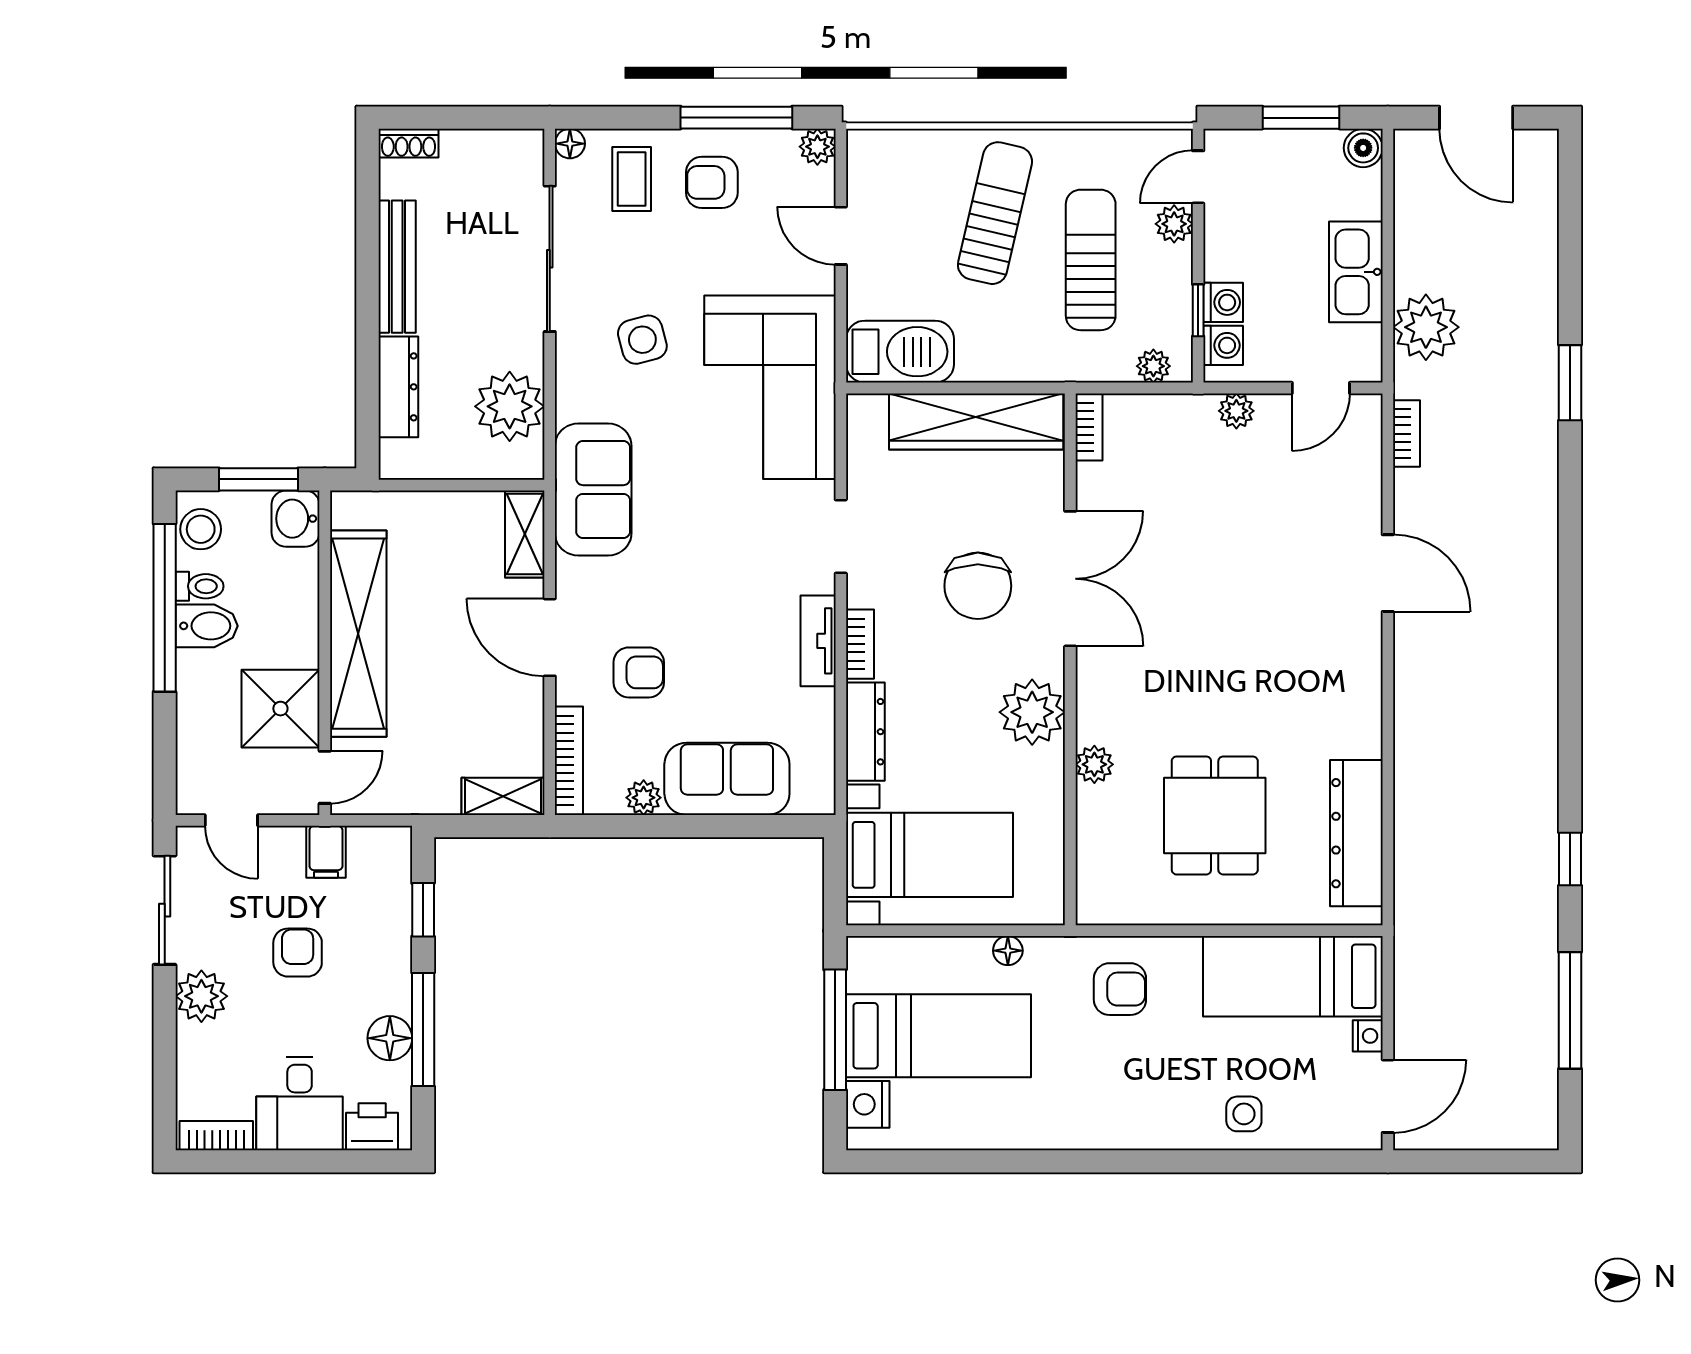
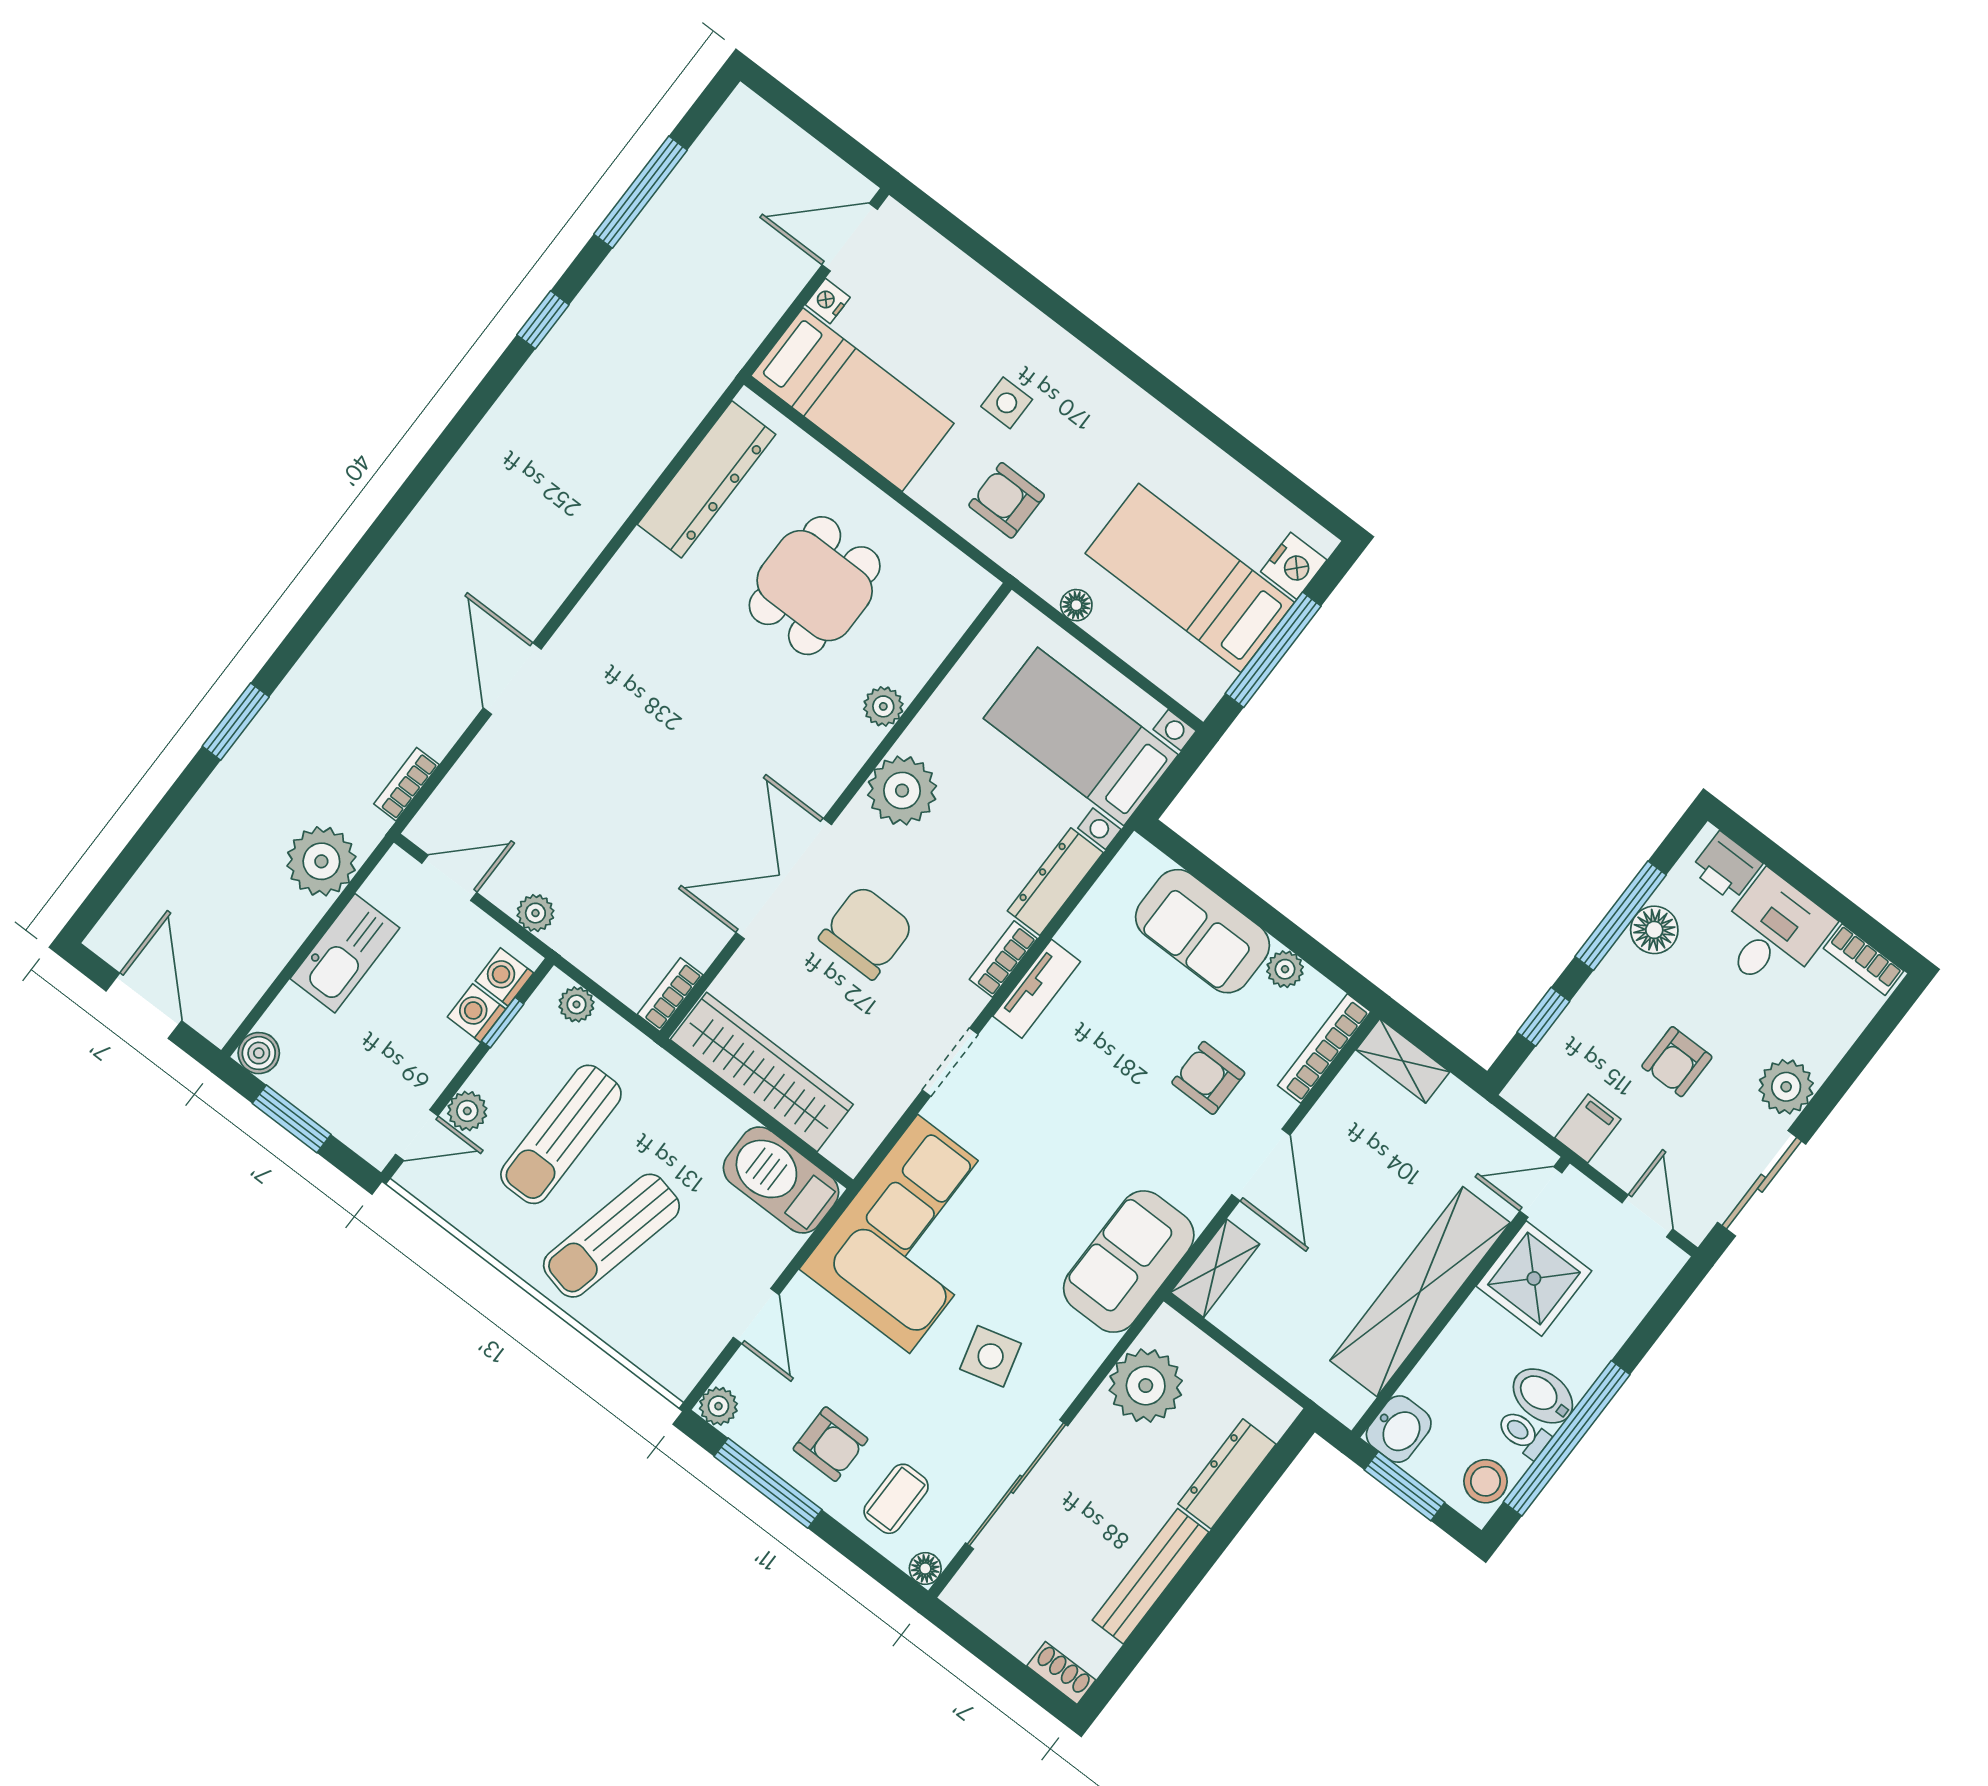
side table: (1244, 1114) -> (1007, 403), moved

